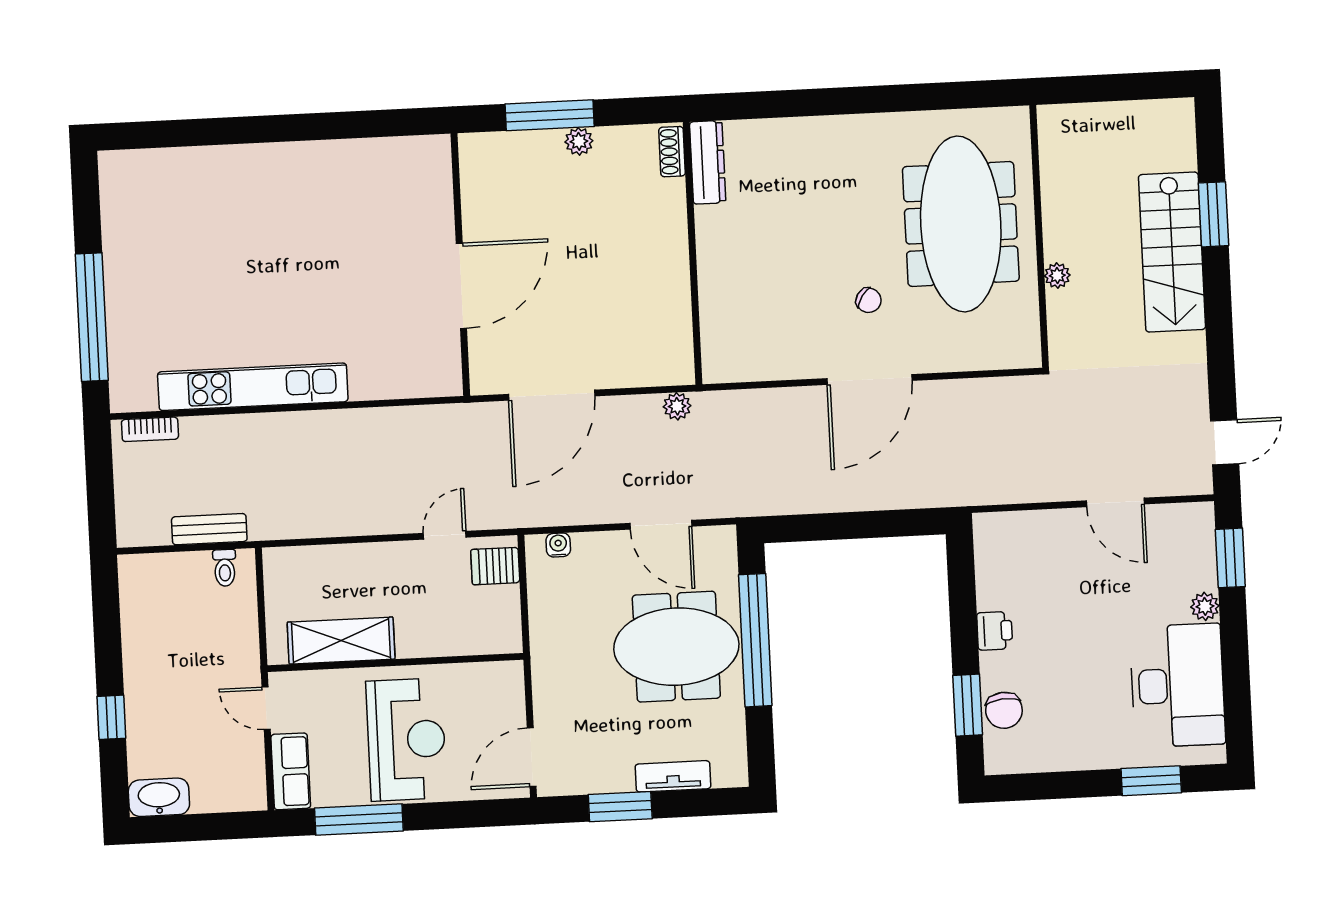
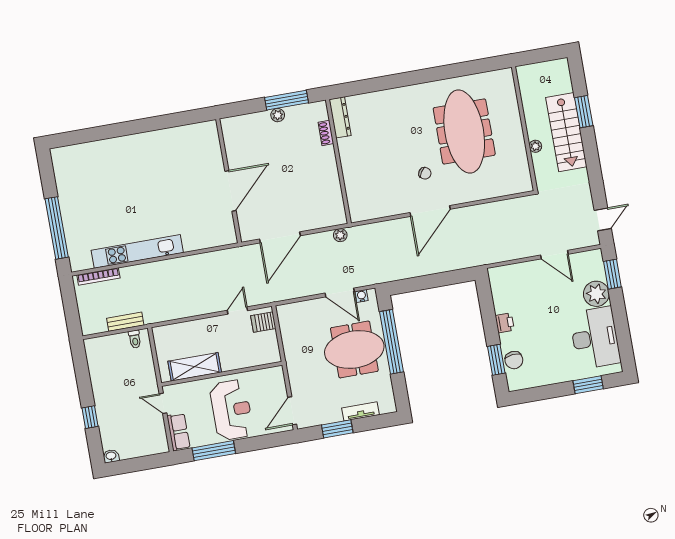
window: (550, 115) -> (287, 100), moved
shoe rack: (672, 152) -> (326, 133), moved
wall: (1039, 236) -> (524, 129), moved
plant: (1057, 275) -> (535, 146), moved
bookcase: (150, 429) -> (98, 276), width x1.56
water cooler: (558, 545) -> (362, 296), moved
plant: (1205, 606) -> (596, 294), width x1.88, depth x1.88
washbasin: (159, 797) -> (111, 456), width x0.52, depth x0.69

